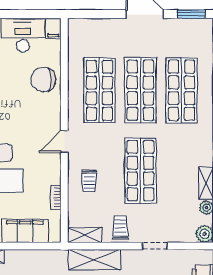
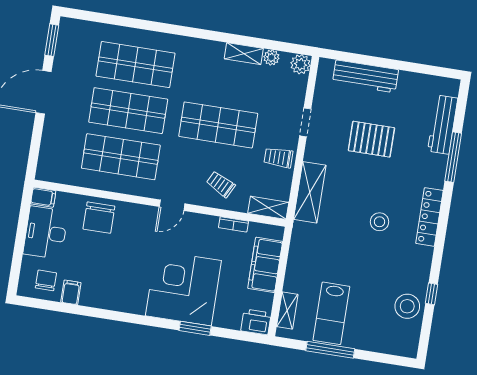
door: (64, 142) -> (172, 205), hinge flipped
trolley: (89, 181) -> (221, 184), turned -153
shelving: (85, 235) -> (268, 208), moved, turned 90

